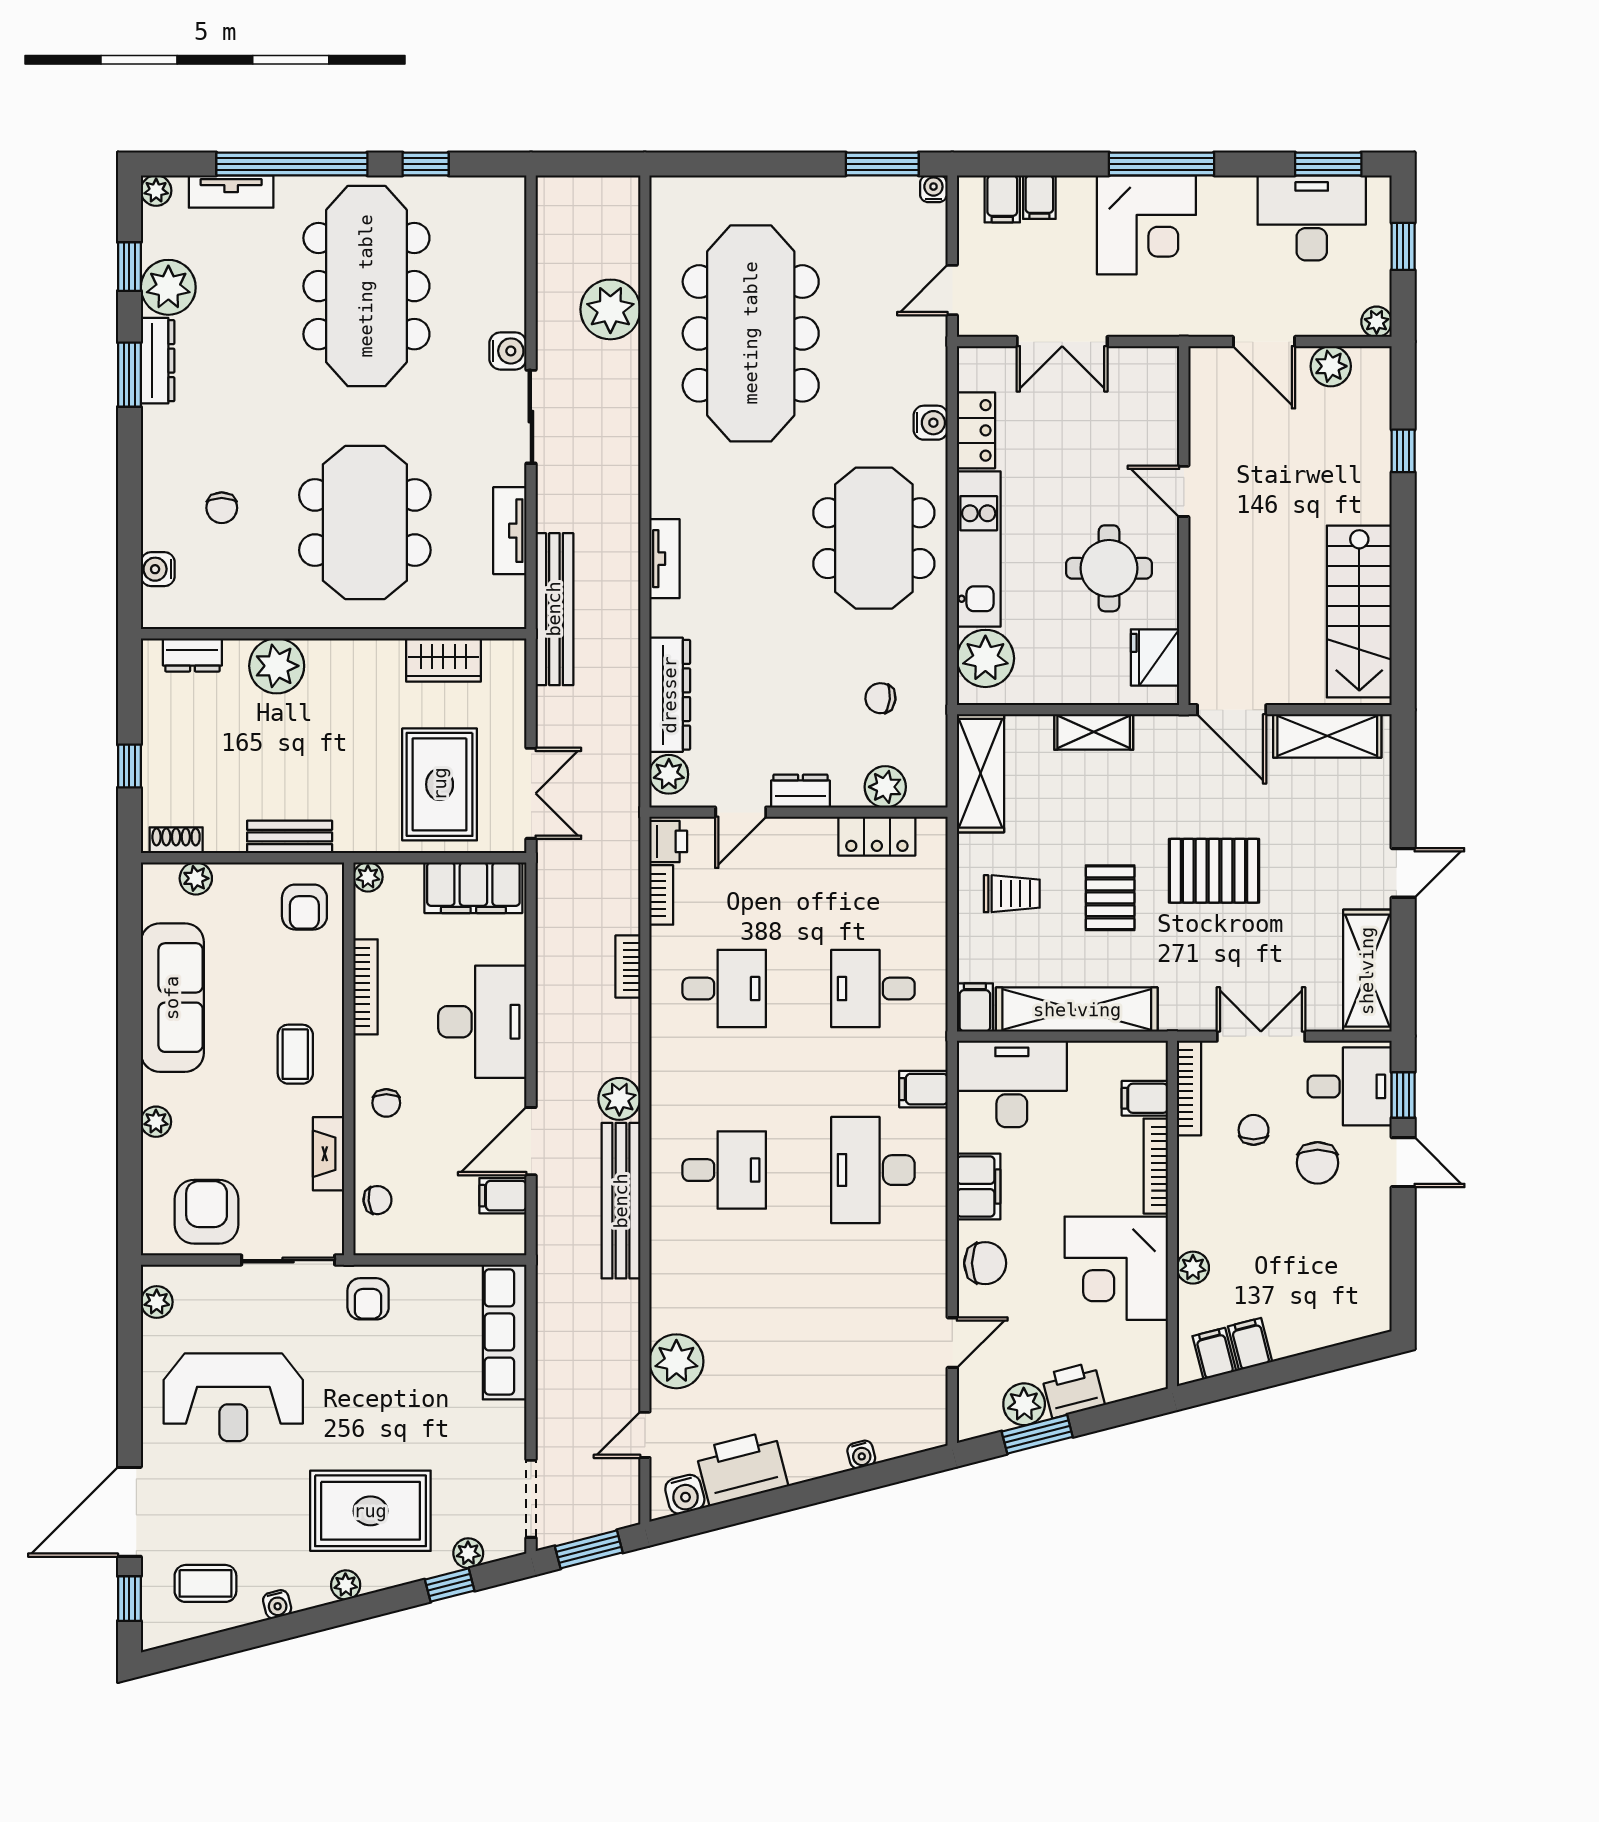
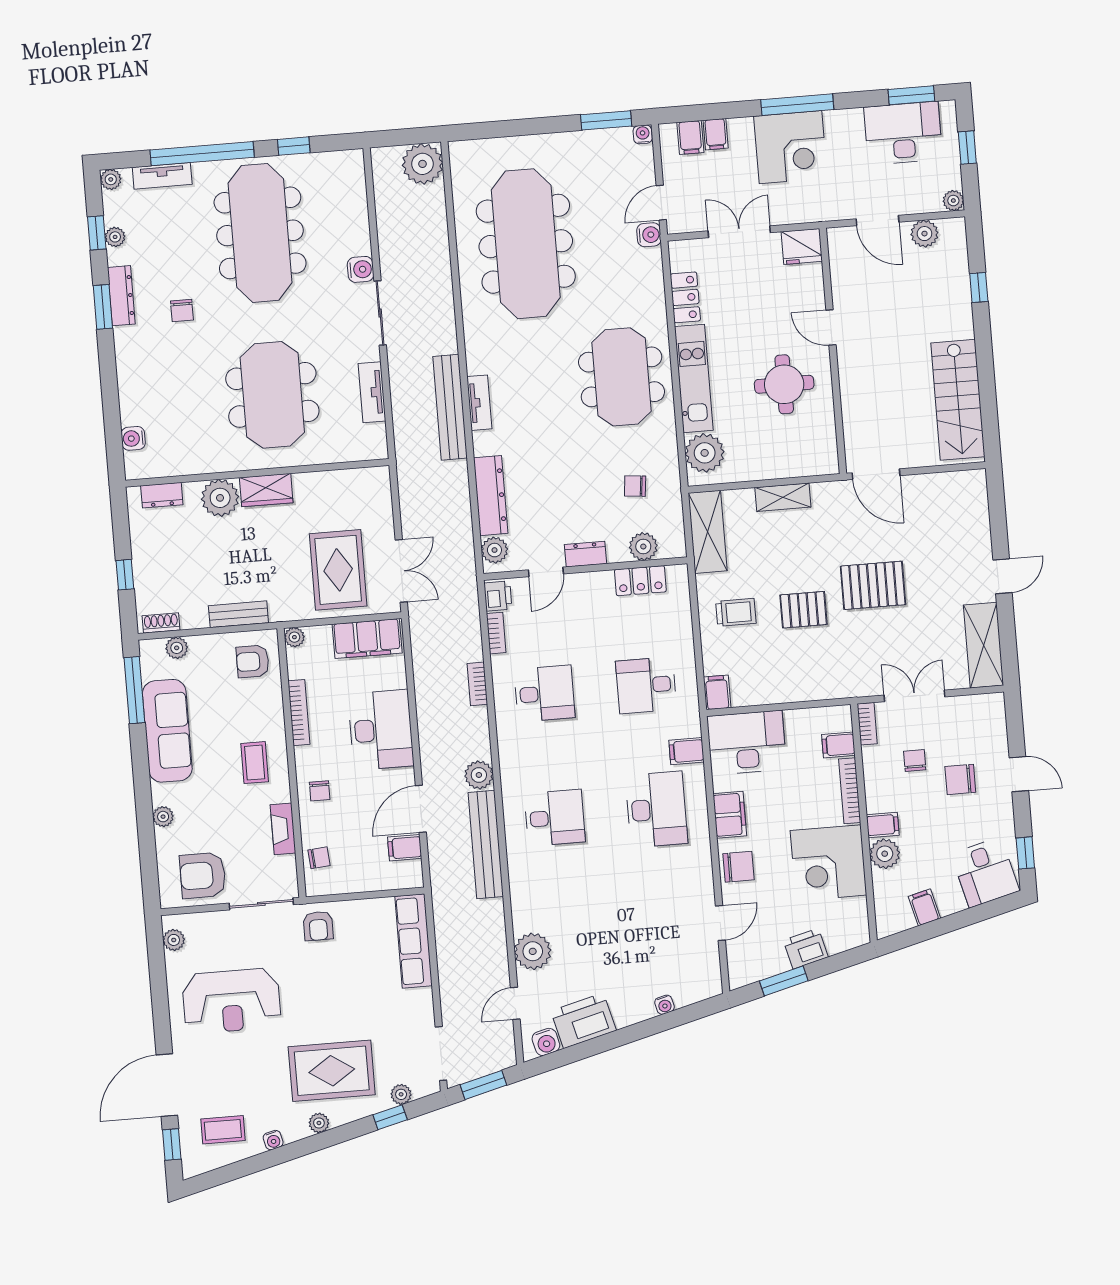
plant: (168, 287) -> (115, 237), width x0.53, depth x0.53
plant: (610, 309) -> (422, 164), moved
double door: (1062, 342) -> (739, 232), swing flipped
water cooler: (931, 423) -> (649, 235), moved
chair: (222, 508) -> (182, 310), moved
bench: (554, 609) -> (450, 407), moved
fridge: (1155, 657) -> (802, 246), moved, turned -90
wardrobe: (443, 660) -> (266, 490), moved
shelving: (1327, 736) -> (943, 487), removed
pallet: (1110, 898) -> (803, 610), turned 90
armchair: (304, 907) -> (253, 661), turned 90
window: (129, 935) -> (134, 690), added
shelving: (1077, 1010) -> (787, 688), removed
desk: (1350, 1086) -> (985, 872), moved, turned 76
bookcase: (1189, 1088) -> (867, 724), width x0.64
window: (1403, 1095) -> (1025, 853), moved
chair: (1318, 1163) -> (960, 779), turned 90
desk: (873, 1170) -> (656, 809), turned 180
armchair: (207, 1212) -> (203, 875), turned -90
plant: (1193, 1268) -> (885, 854), width x1.38, depth x1.38
filing cabinet: (1214, 1354) -> (883, 825), moved, turned 104
plant: (1024, 1404) -> (773, 961), removed

